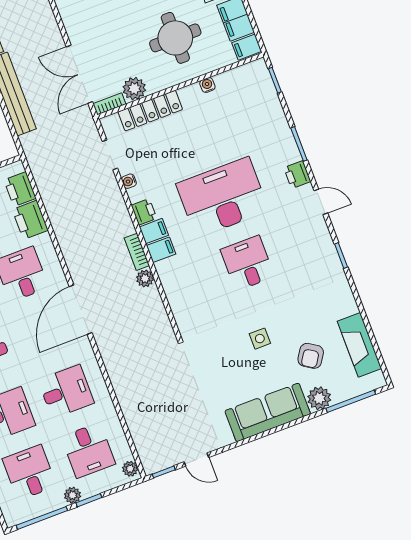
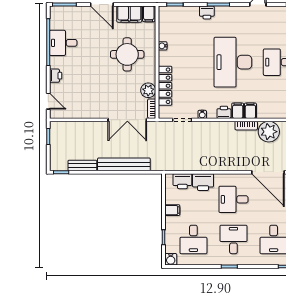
printer: (297, 175) -> (207, 12), moved
plant: (145, 278) -> (269, 132), width x1.87, depth x1.87

